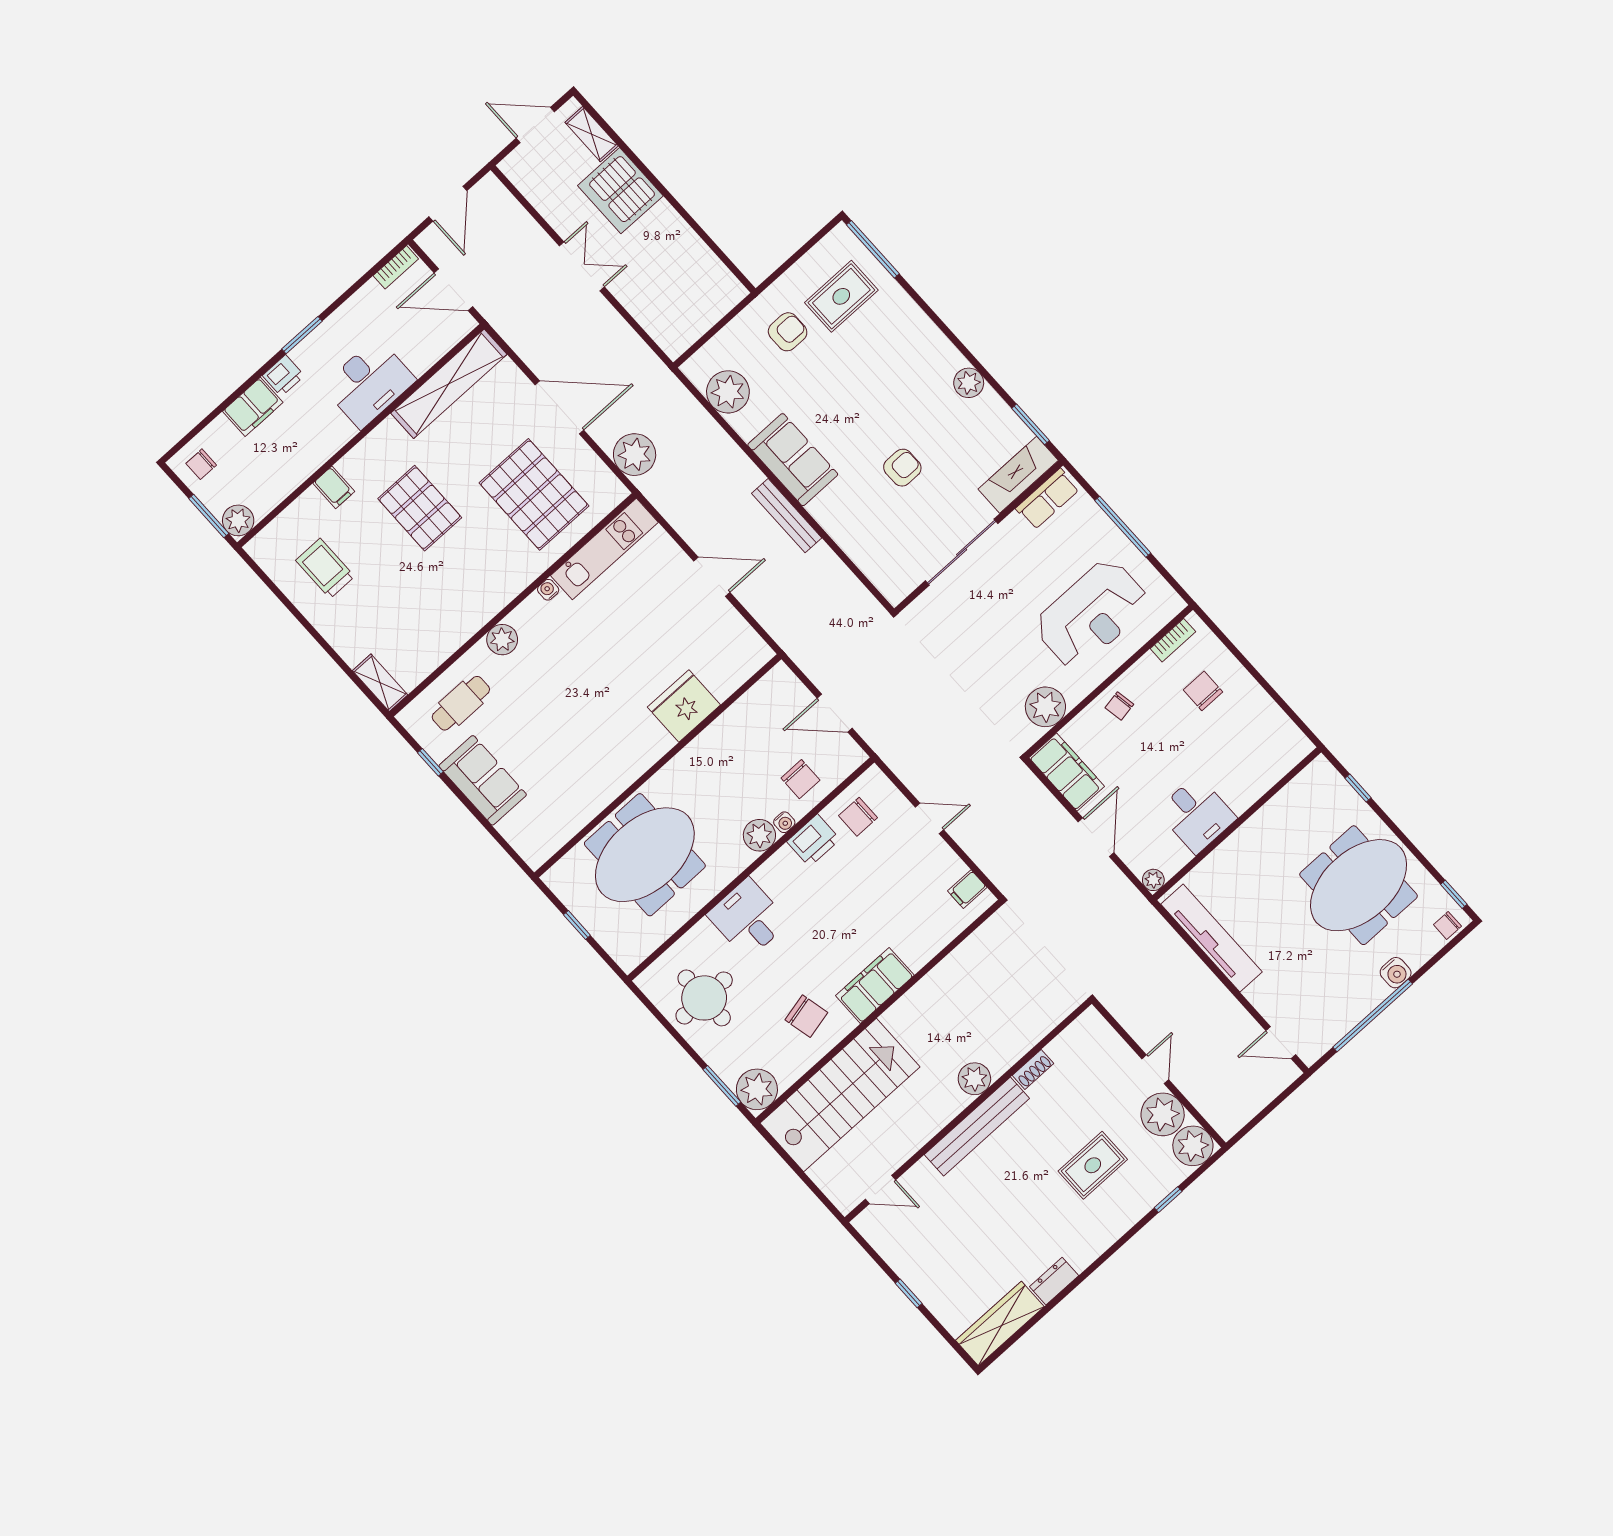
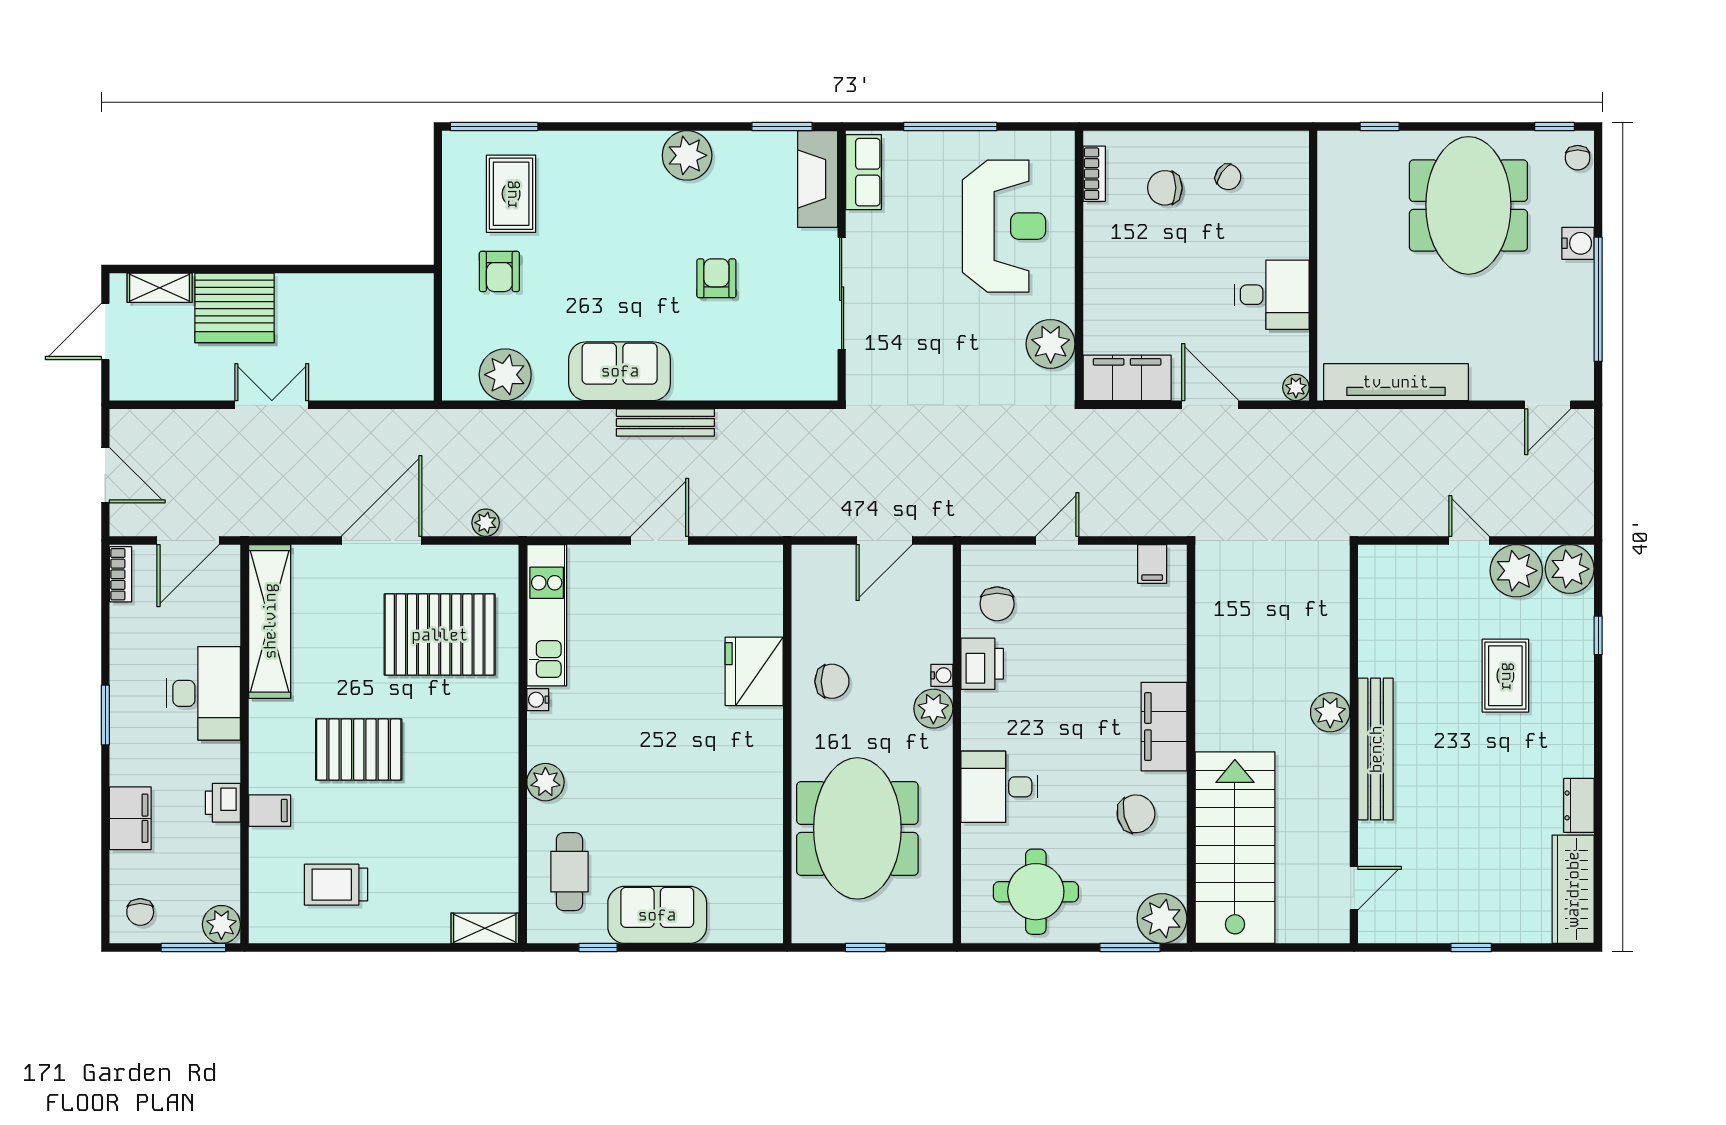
armchair: (788, 332) -> (499, 271), turned 180
printer: (283, 376) -> (223, 803), moved, turned 180
plant: (969, 383) -> (687, 155), width x1.36, depth x1.36
plant: (635, 455) -> (486, 523), width x0.53, depth x0.53
chair: (1119, 706) -> (1228, 177), moved, turned -45
chair: (800, 779) -> (832, 681), moved
shoe rack: (1033, 1069) -> (1370, 652), removed

